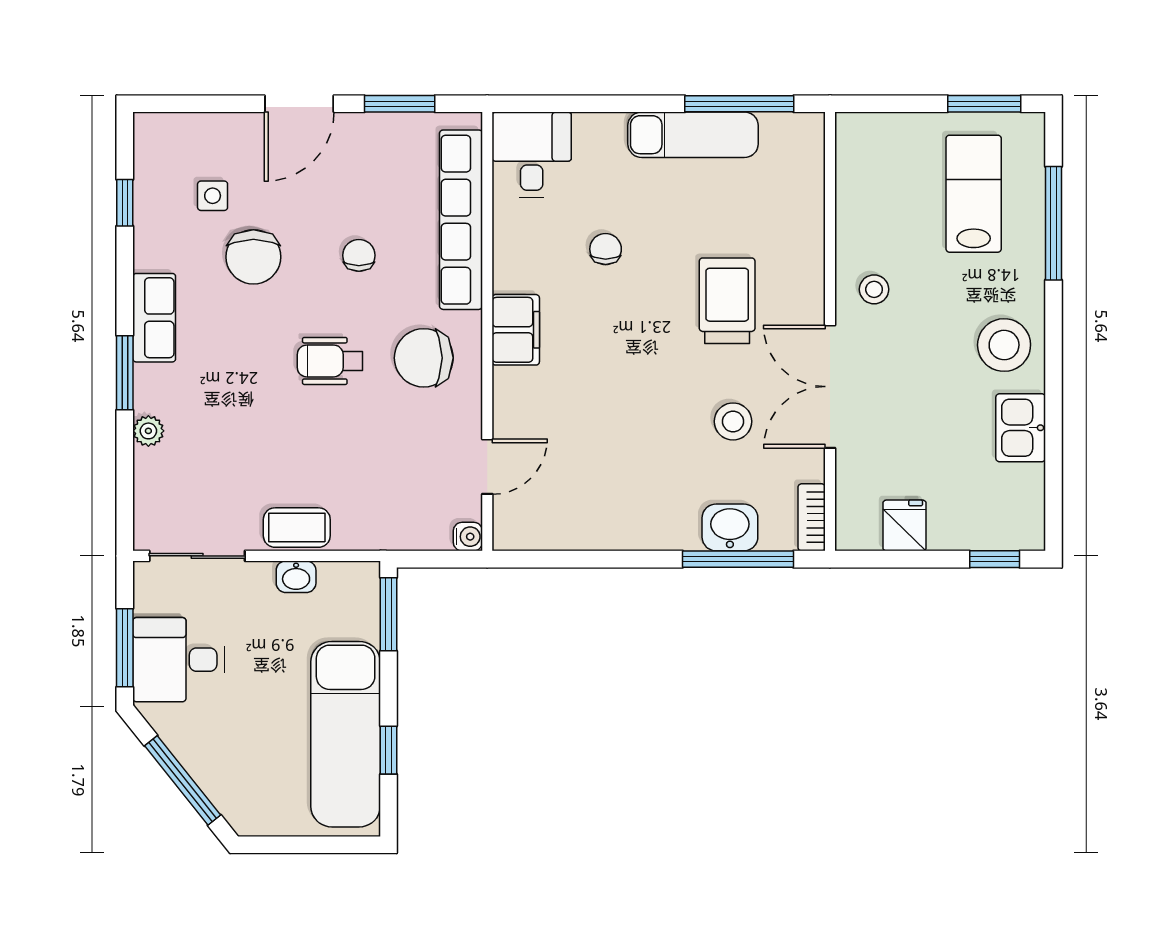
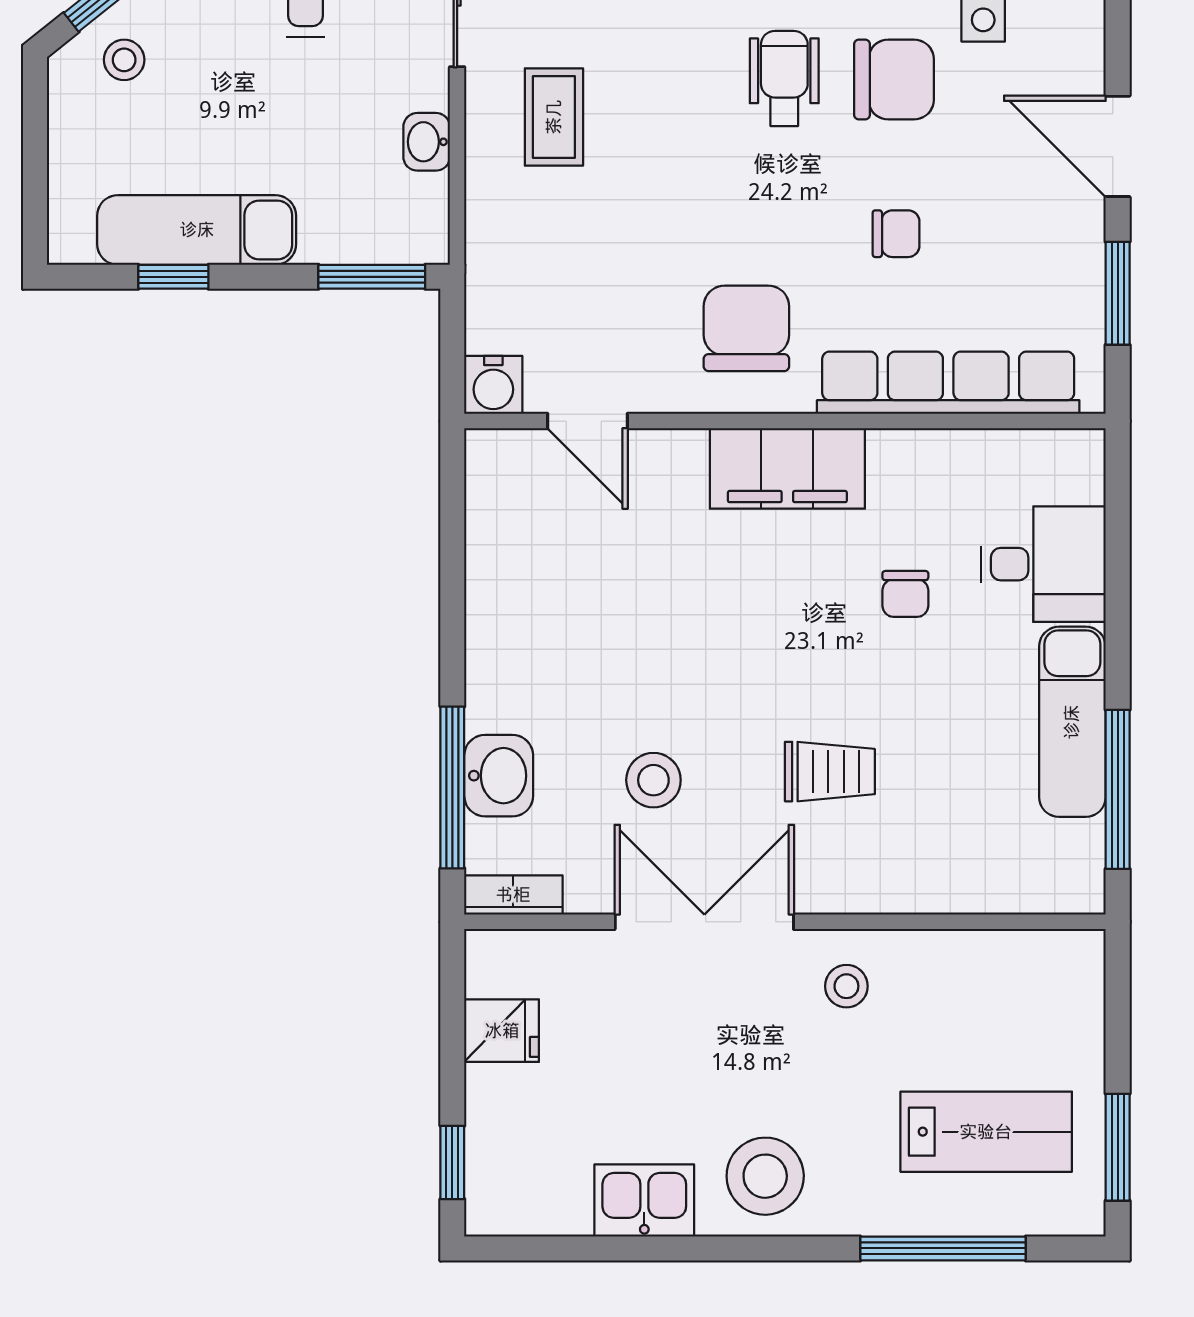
desk: (532, 155) -> (1043, 564), moved
chair: (606, 249) -> (905, 594), turned 90
chair: (253, 257) -> (894, 80), turned 180
trolley: (727, 301) -> (830, 772), width x0.73, depth x0.72
filing cabinet: (516, 330) -> (787, 468), width x1.50, depth x1.17
wheelchair: (330, 361) -> (784, 78), moved
coffee table: (297, 528) -> (554, 117), moved
water cooler: (468, 537) -> (493, 385), width x1.38, depth x1.38
exam couch: (346, 734) -> (197, 230), width x0.73, depth x0.69
stool: (240, 784) -> (124, 60), added

